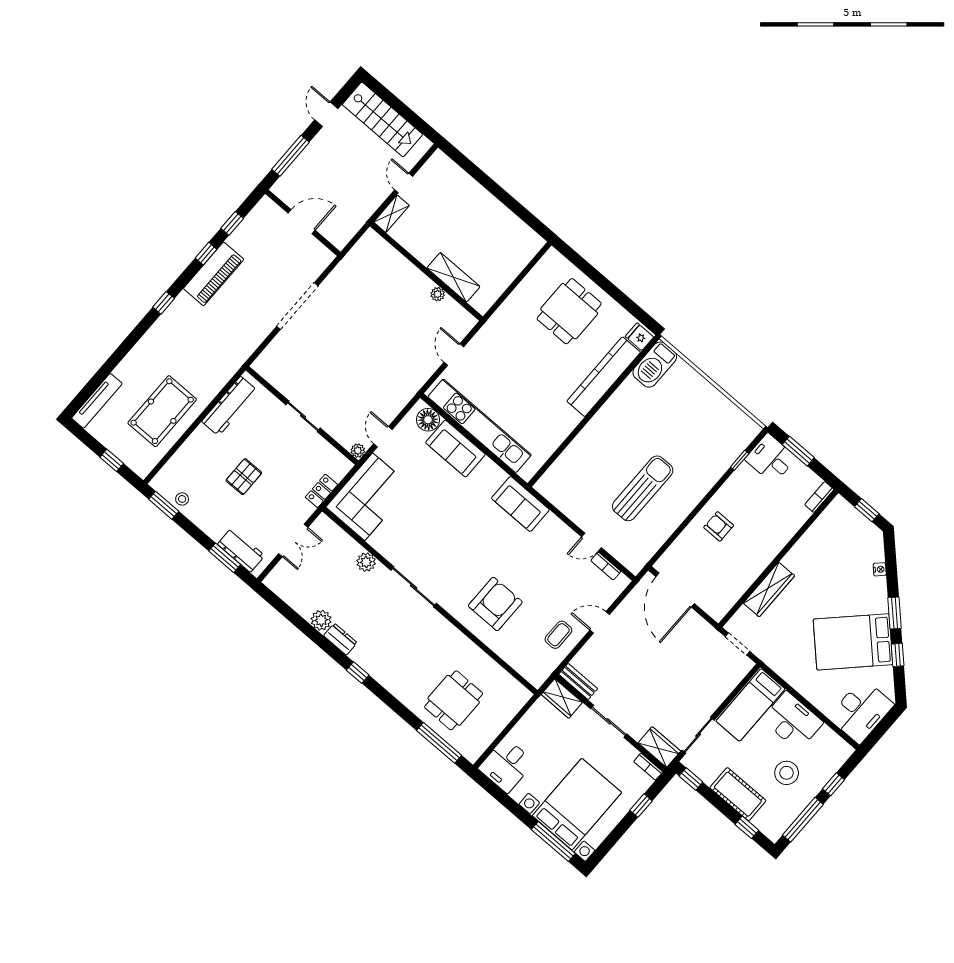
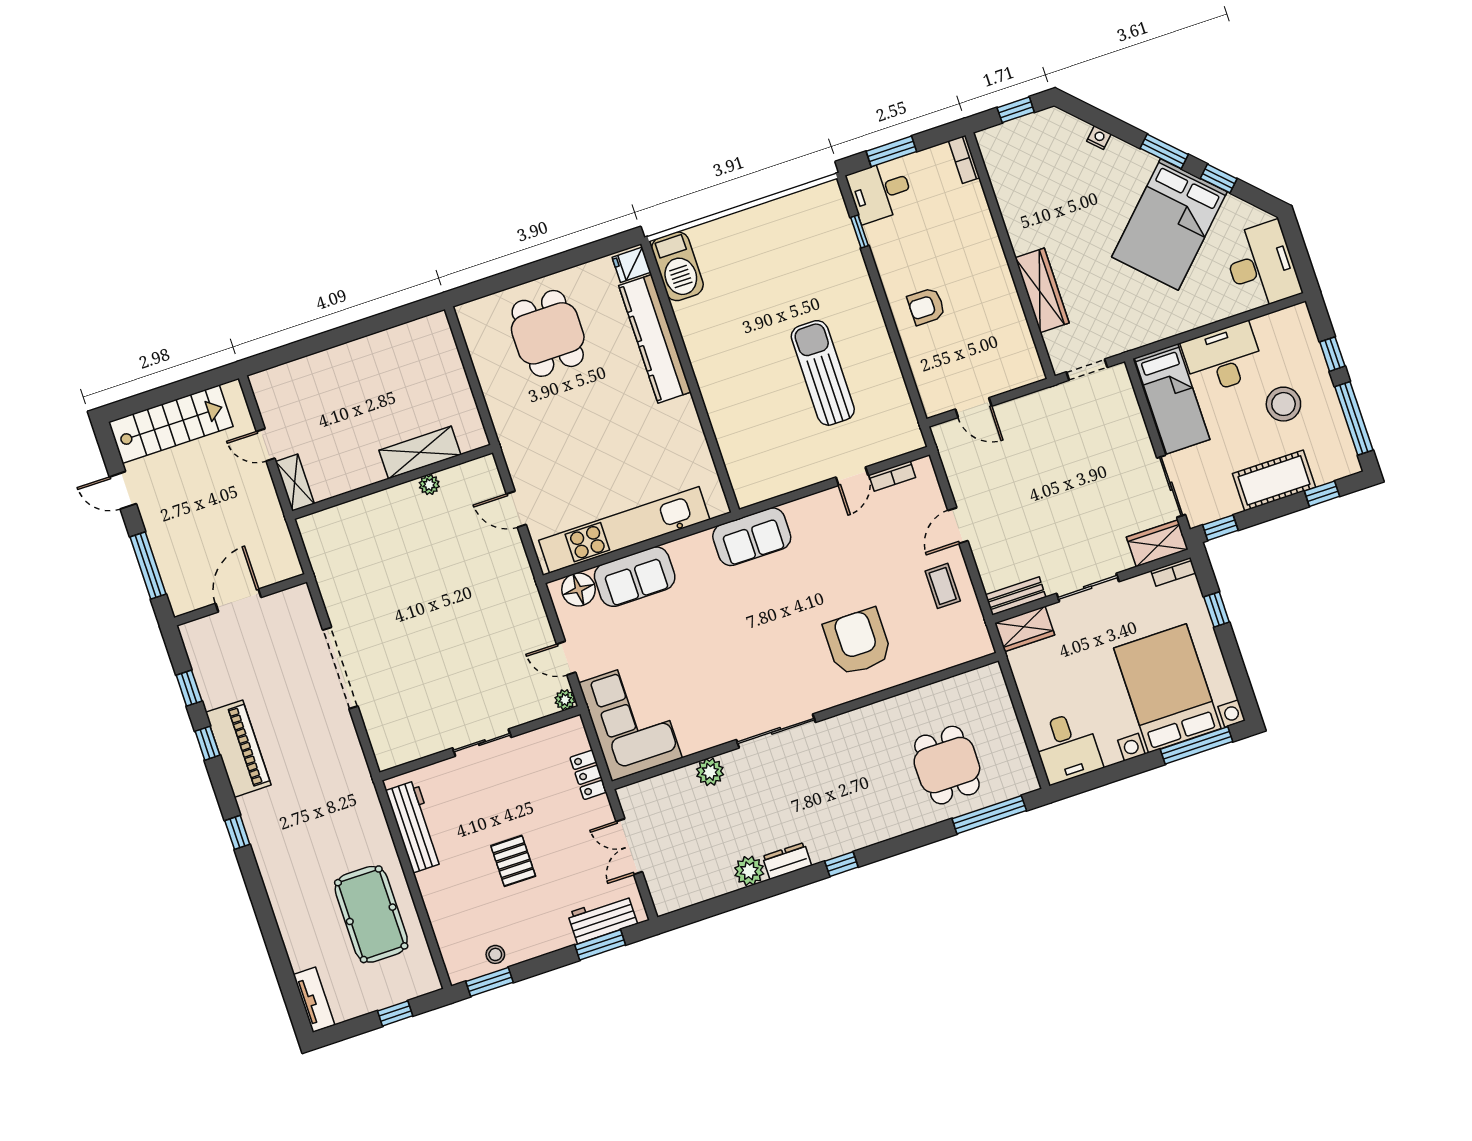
tv unit: (97, 401) -> (314, 1000), width x0.71
double door: (293, 540) -> (629, 847), swing flipped
door: (675, 590) -> (973, 408), width x0.53

